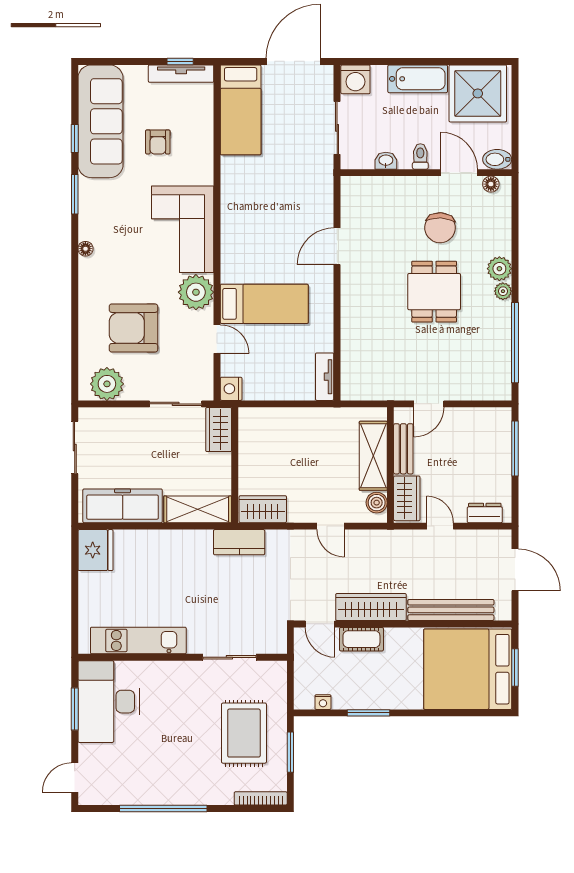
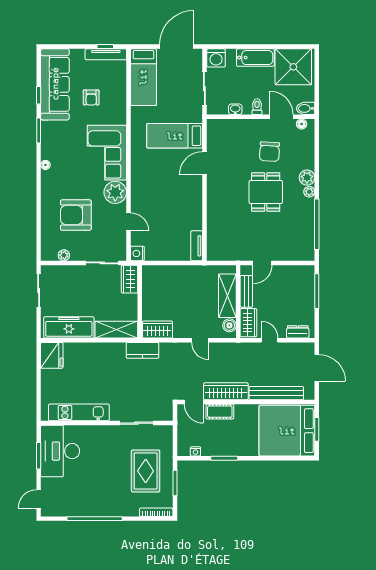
bed: (264, 304) -> (175, 136), moved, turned 180
plant: (107, 384) -> (64, 255), width x0.53, depth x0.53

